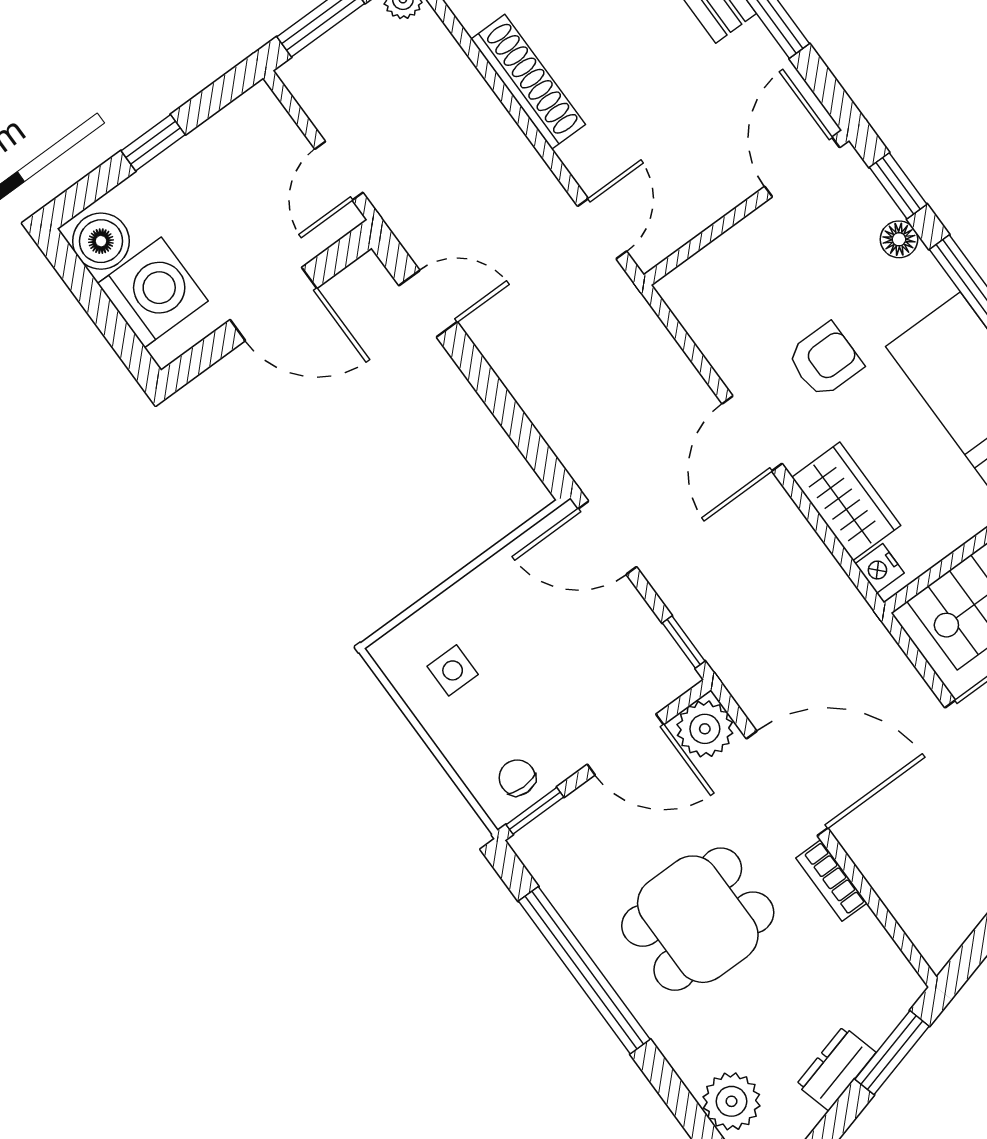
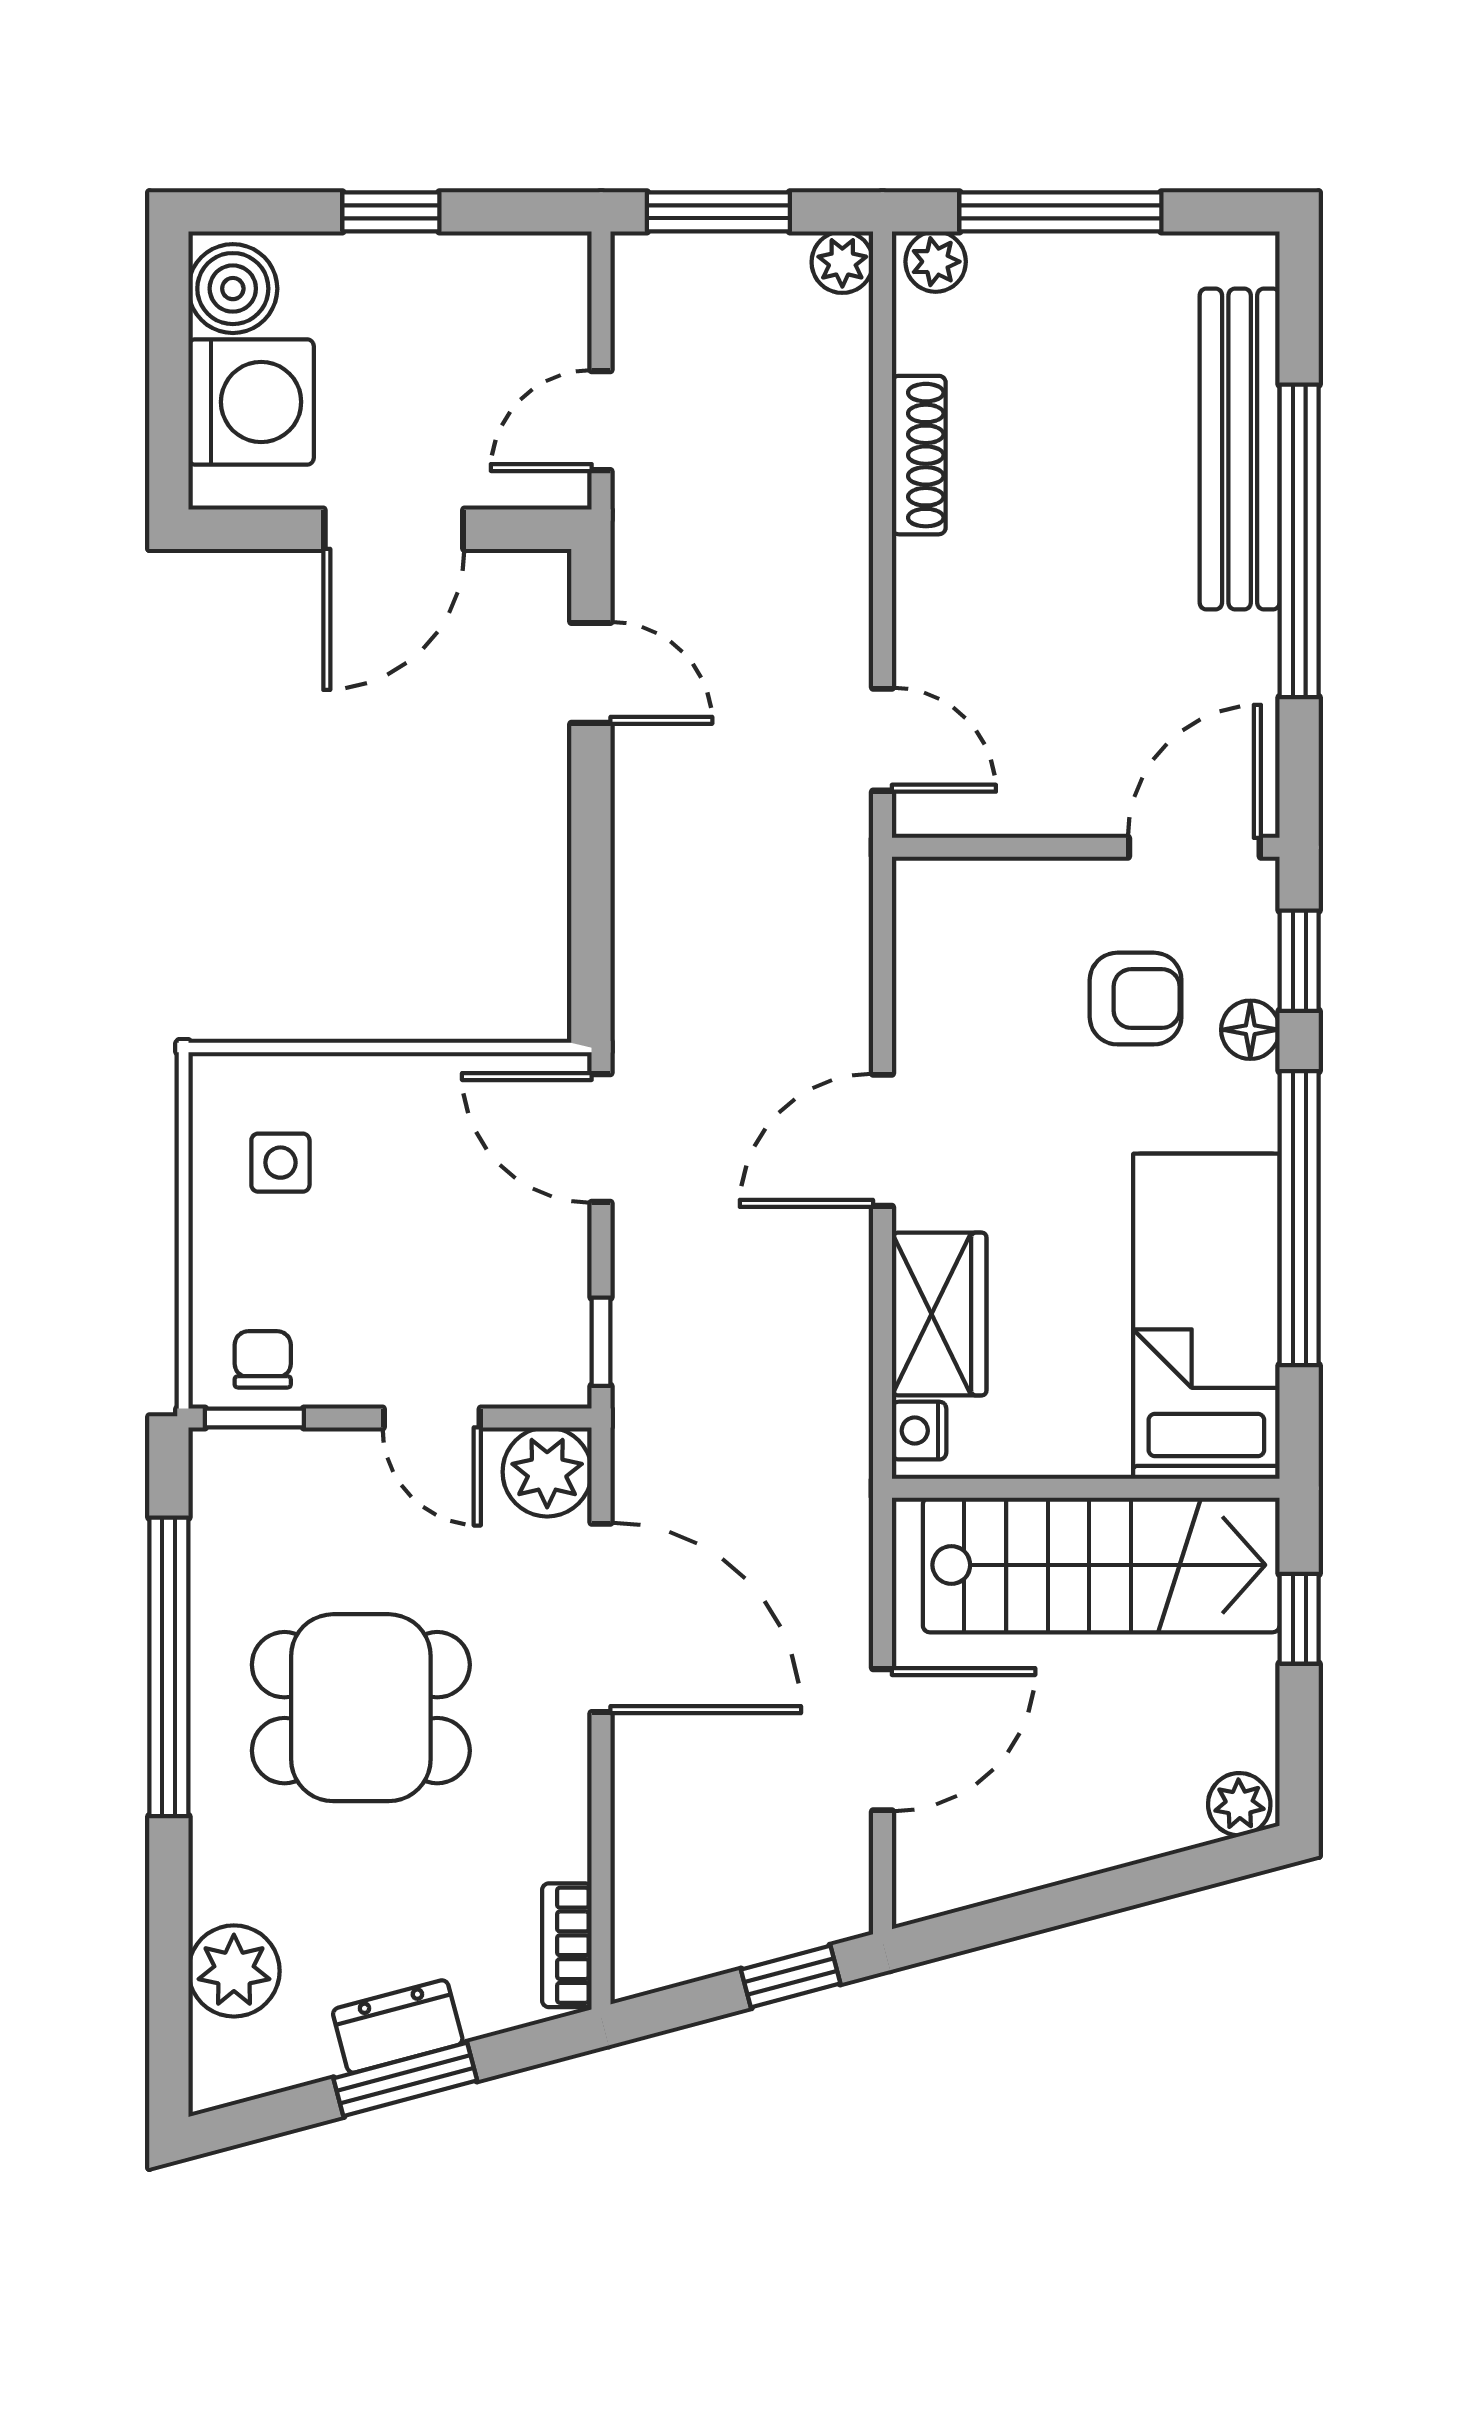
shoe rack: (528, 82) -> (919, 455), width x0.74, depth x0.81
door: (602, 229) -> (882, 740), hinge flipped
door: (273, 304) -> (394, 529), hinge flipped
armchair: (825, 360) -> (1136, 999), moved
door: (626, 744) -> (432, 1418), width x0.73
bookcase: (831, 880) -> (567, 1945), moved
window: (892, 1053) -> (405, 2079), moved

